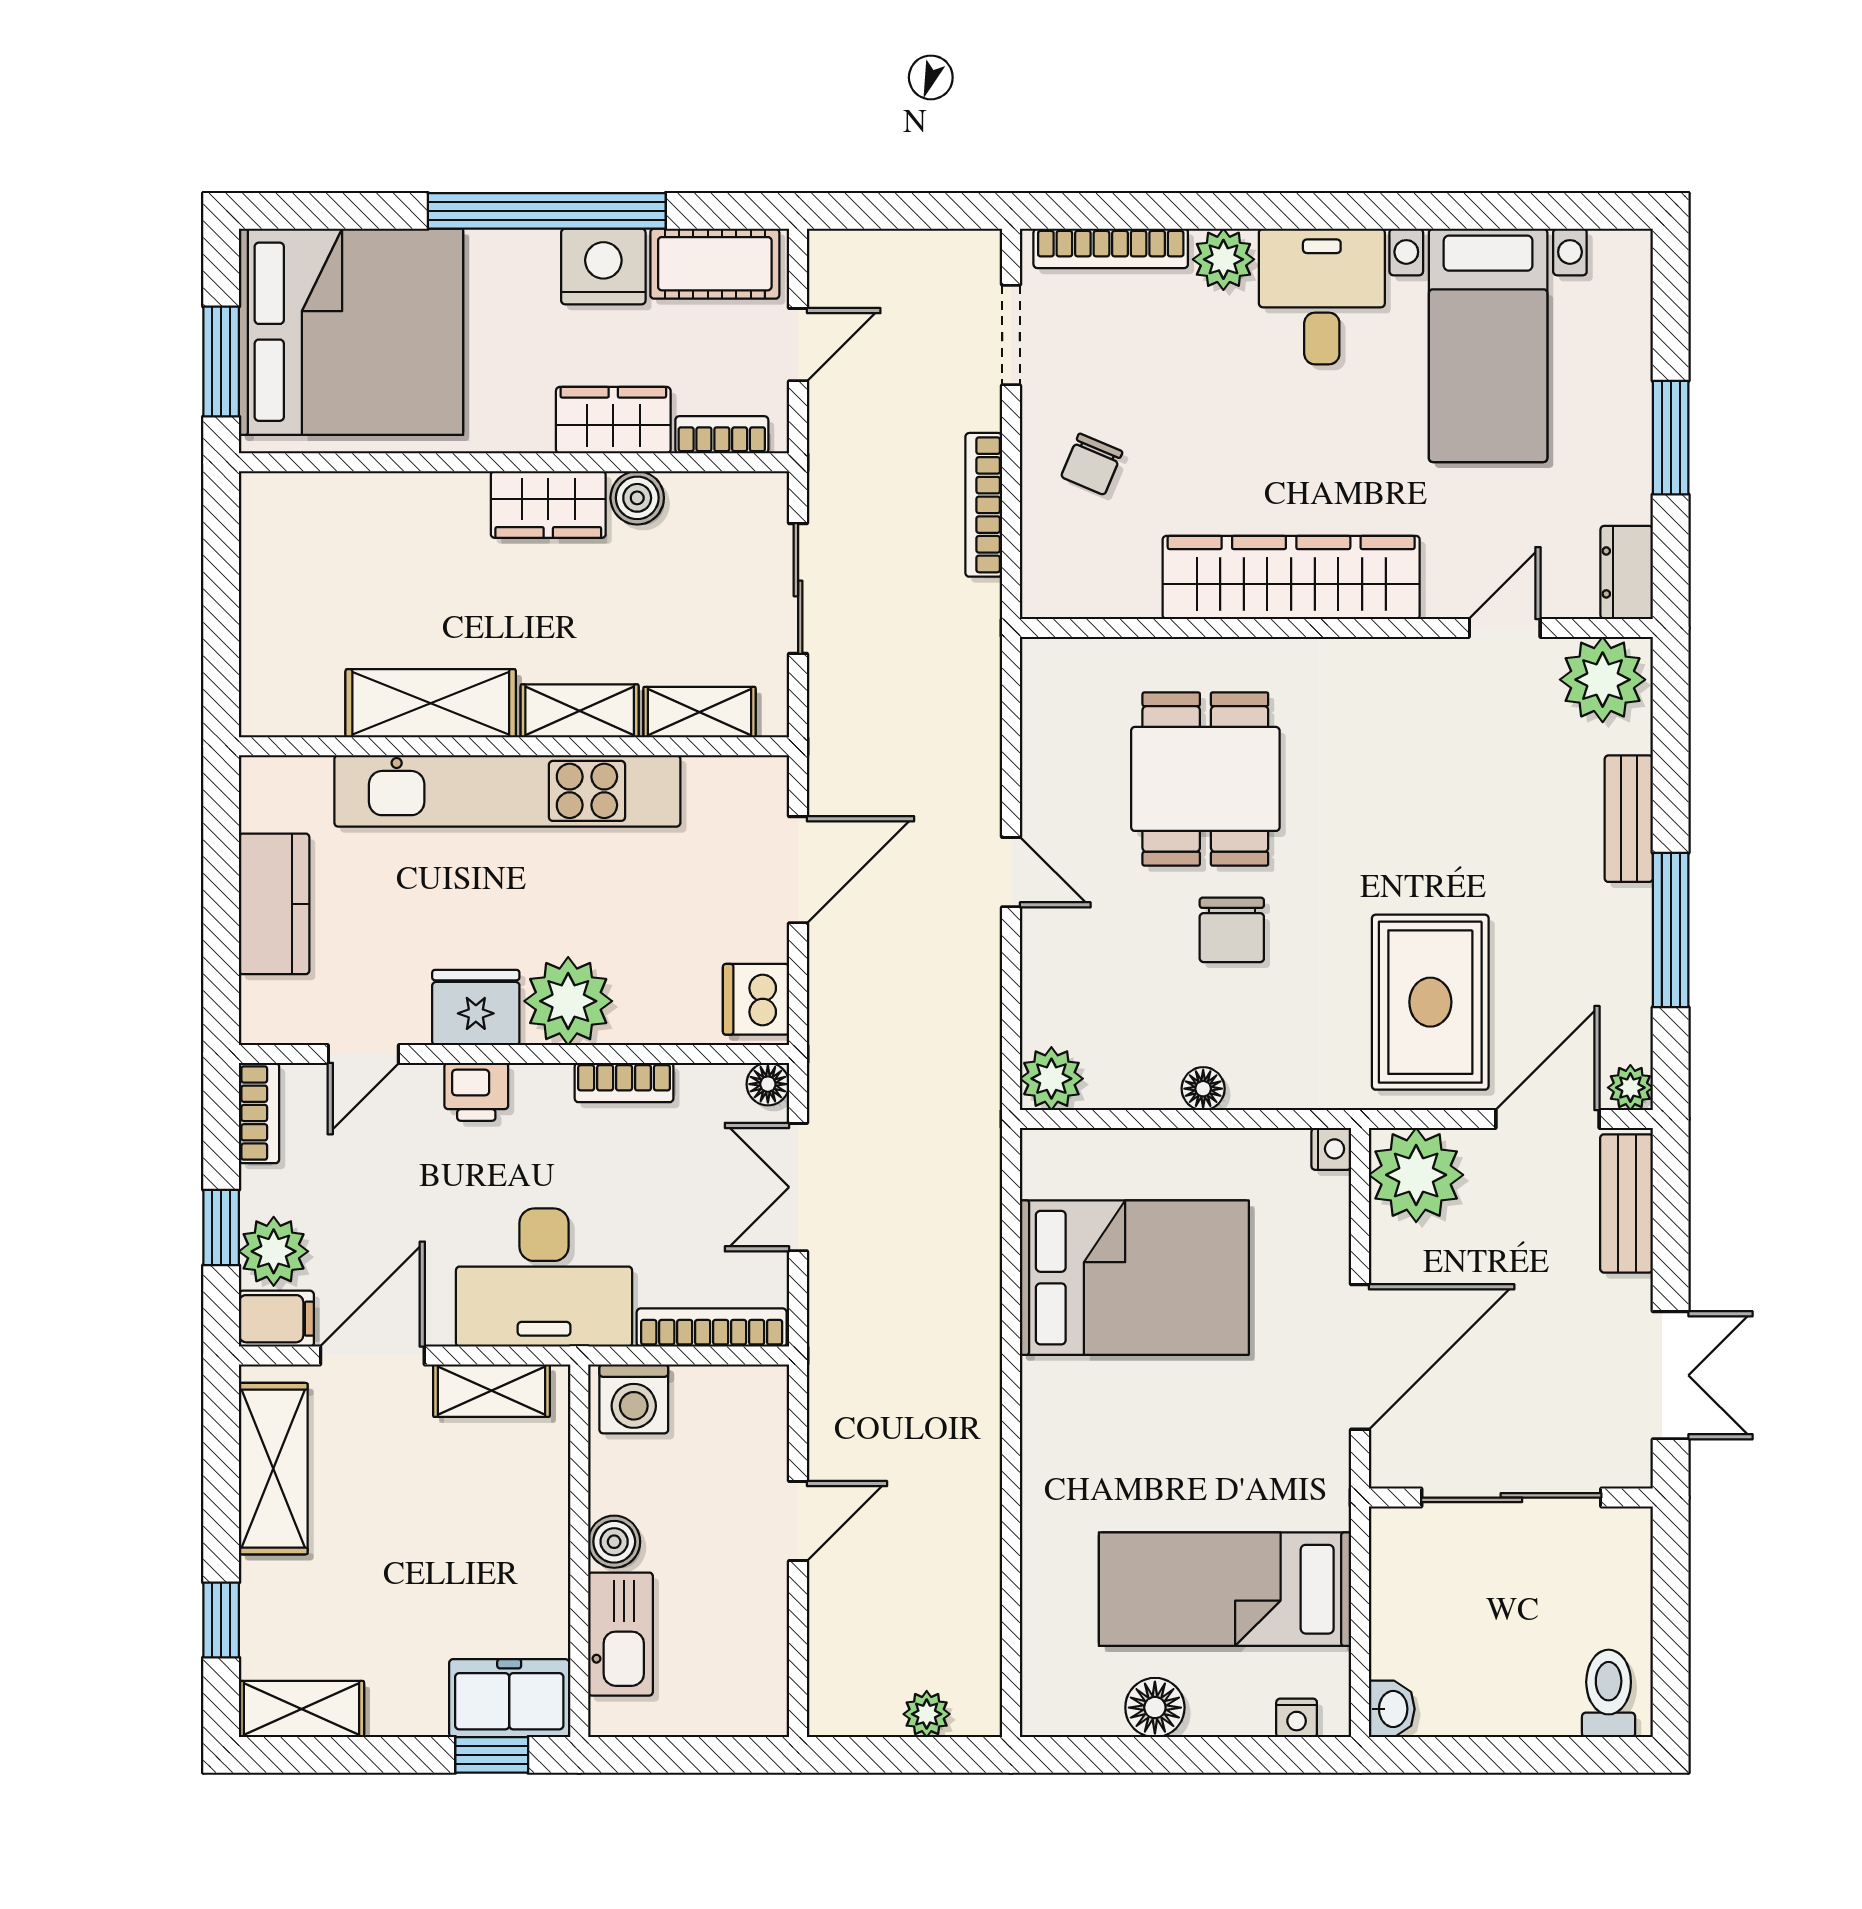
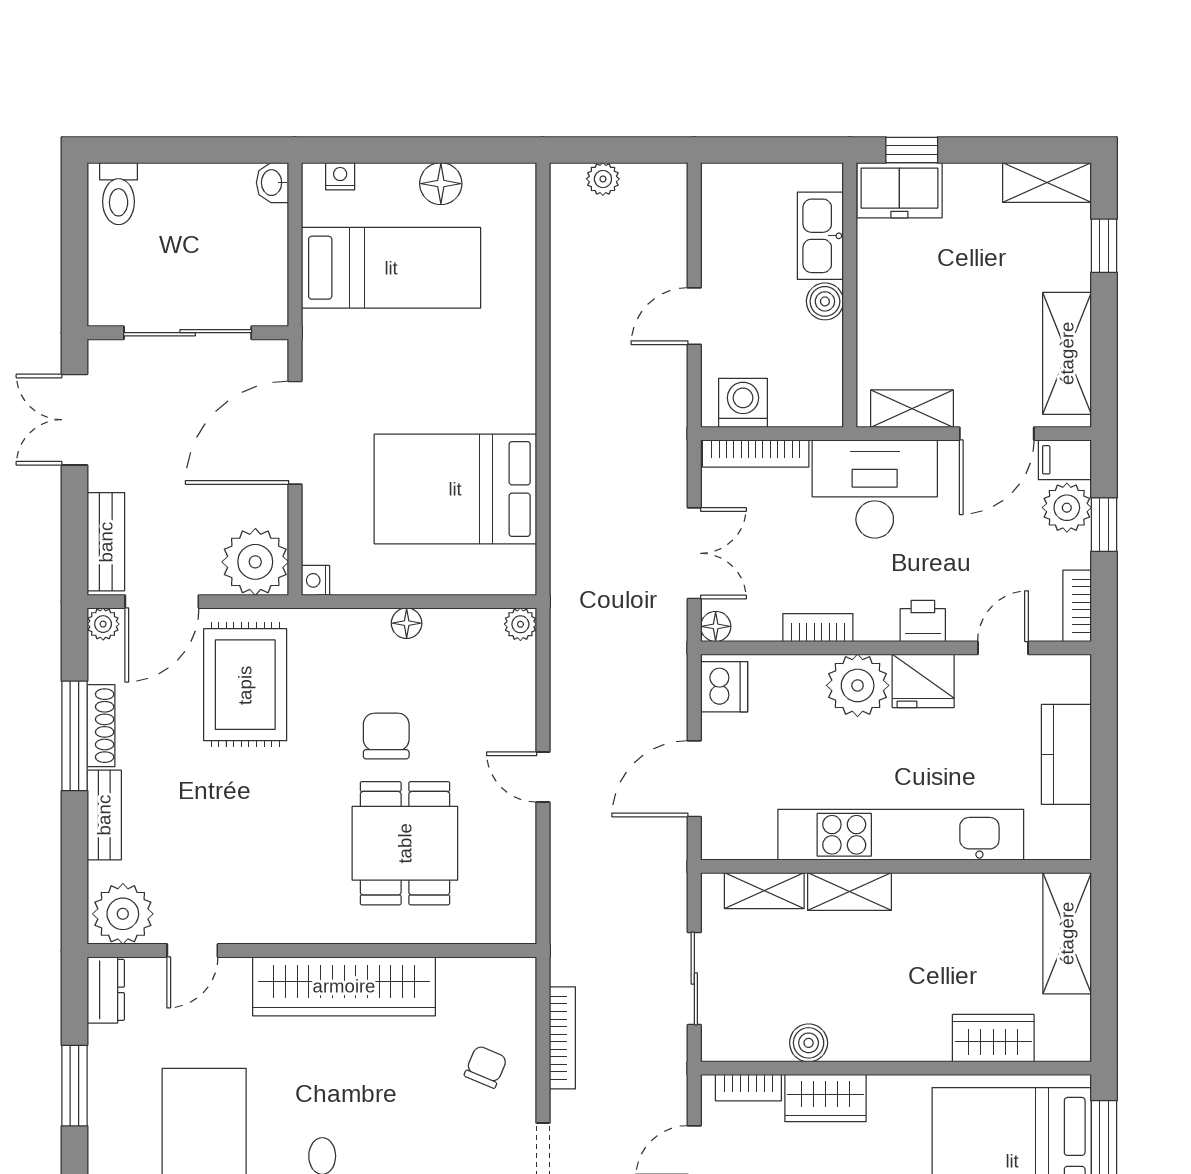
wardrobe: (548, 504) -> (993, 1038), moved
shelving: (431, 703) -> (1067, 933), moved, turned 90
shoe rack: (1633, 944) -> (101, 726), added
plant: (1051, 1079) -> (520, 624), width x0.73, depth x0.73
washing machine: (634, 1399) -> (743, 403), moved

